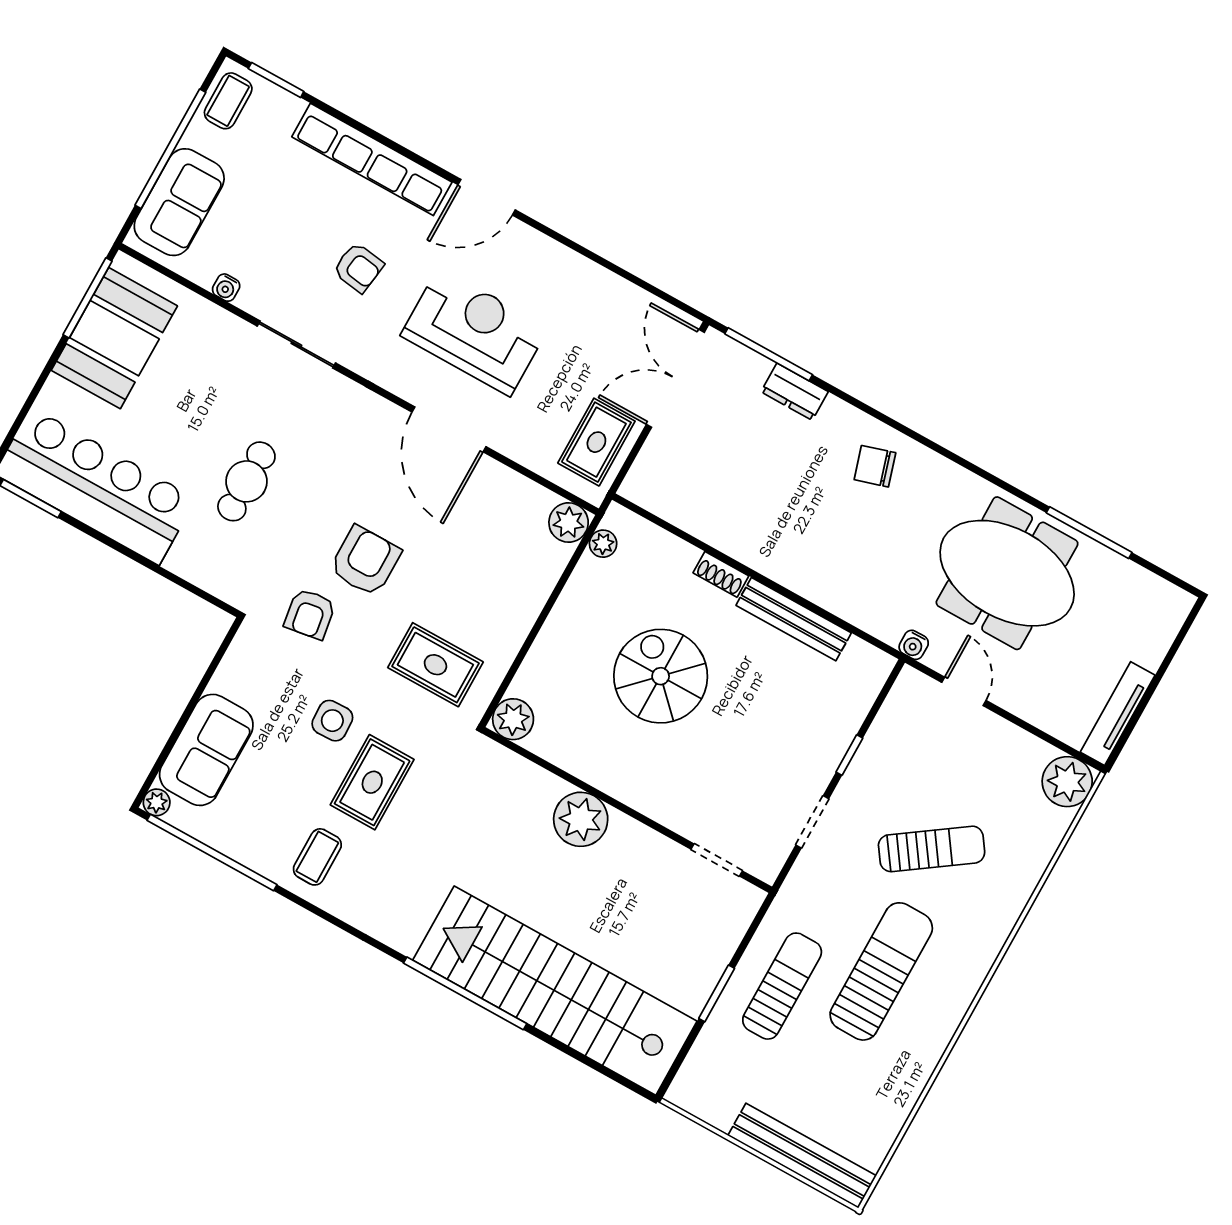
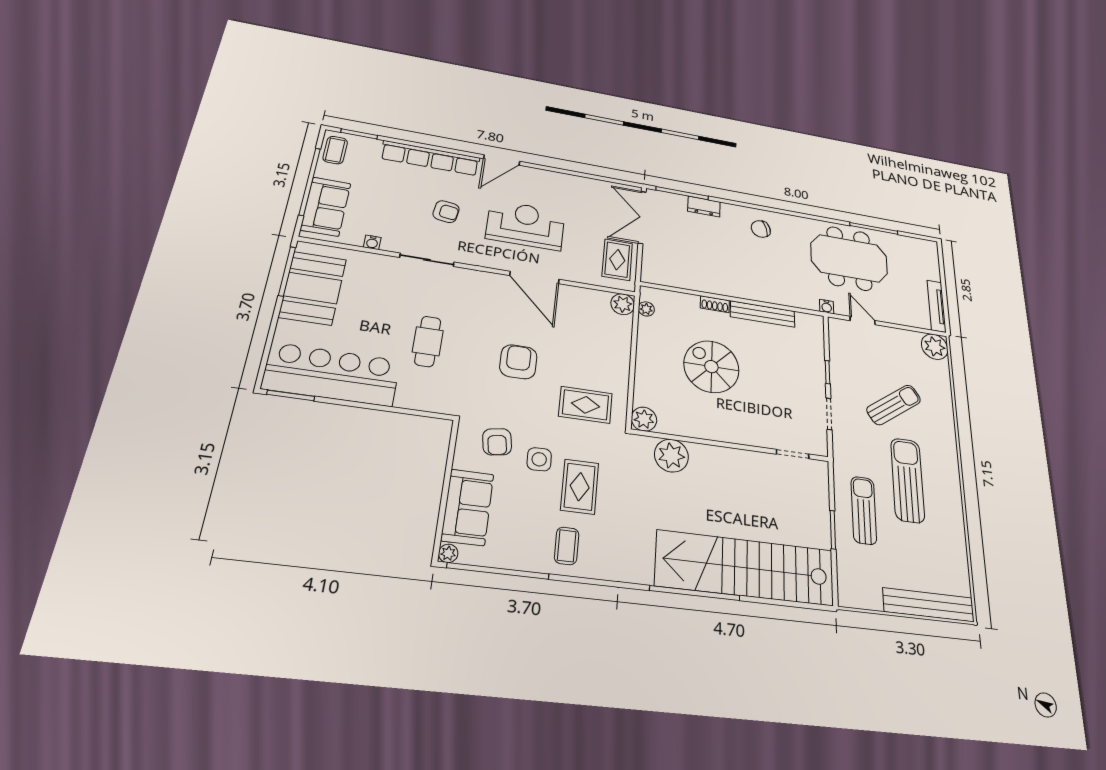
armchair: (310, 614) -> (497, 442), moved
plant: (581, 819) -> (671, 456), moved

